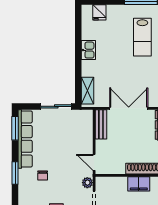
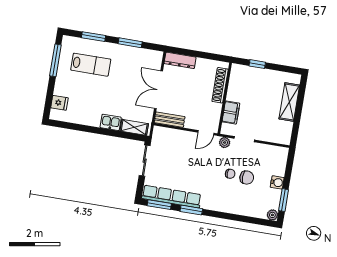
kitchen sink: (88, 50) -> (111, 122), moved
window: (15, 173) -> (191, 210), moved
chair: (43, 176) -> (230, 174), moved
filing cabinet: (139, 184) -> (231, 113), moved

